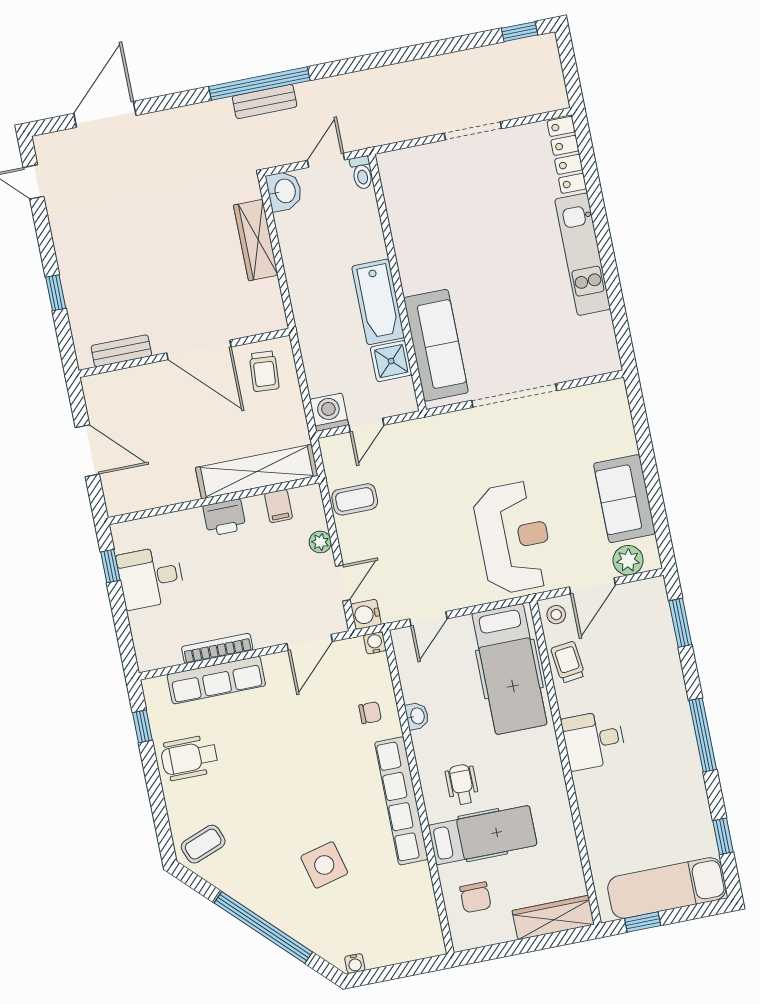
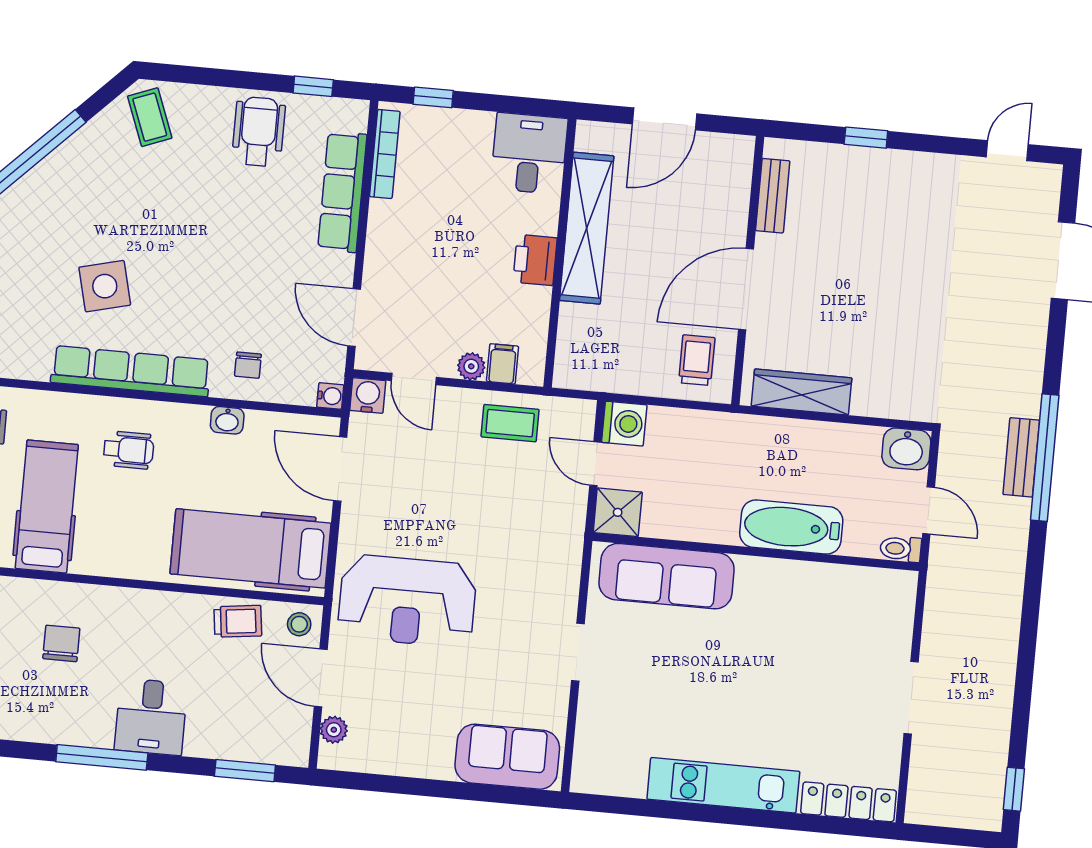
wardrobe: (256, 240) -> (801, 392), moved
bathtub: (378, 302) -> (791, 527), moved
shower: (391, 361) -> (618, 512), moved
trolley: (264, 371) -> (697, 360), turned 86
doorway: (514, 395) -> (578, 652), width x0.53
shelving: (257, 472) -> (587, 228), moved
coffee table: (355, 499) -> (510, 423), turned 90
sofa: (624, 499) -> (507, 757), moved
filing cabinet: (278, 506) -> (502, 364), moved, turned 90
plant: (628, 560) -> (334, 730), width x0.73, depth x0.73
window: (110, 566) -> (433, 97), moved
desk: (151, 577) -> (529, 154), moved
door: (428, 619) -> (340, 469), width x1.38
bookcase: (217, 648) -> (385, 154), moved
desk: (594, 740) -> (151, 717), moved, turned 180
chair: (625, 792) -> (61, 643), added
hospital bed: (483, 835) -> (47, 507), moved, turned 180
side table: (324, 865) -> (105, 286), moved

